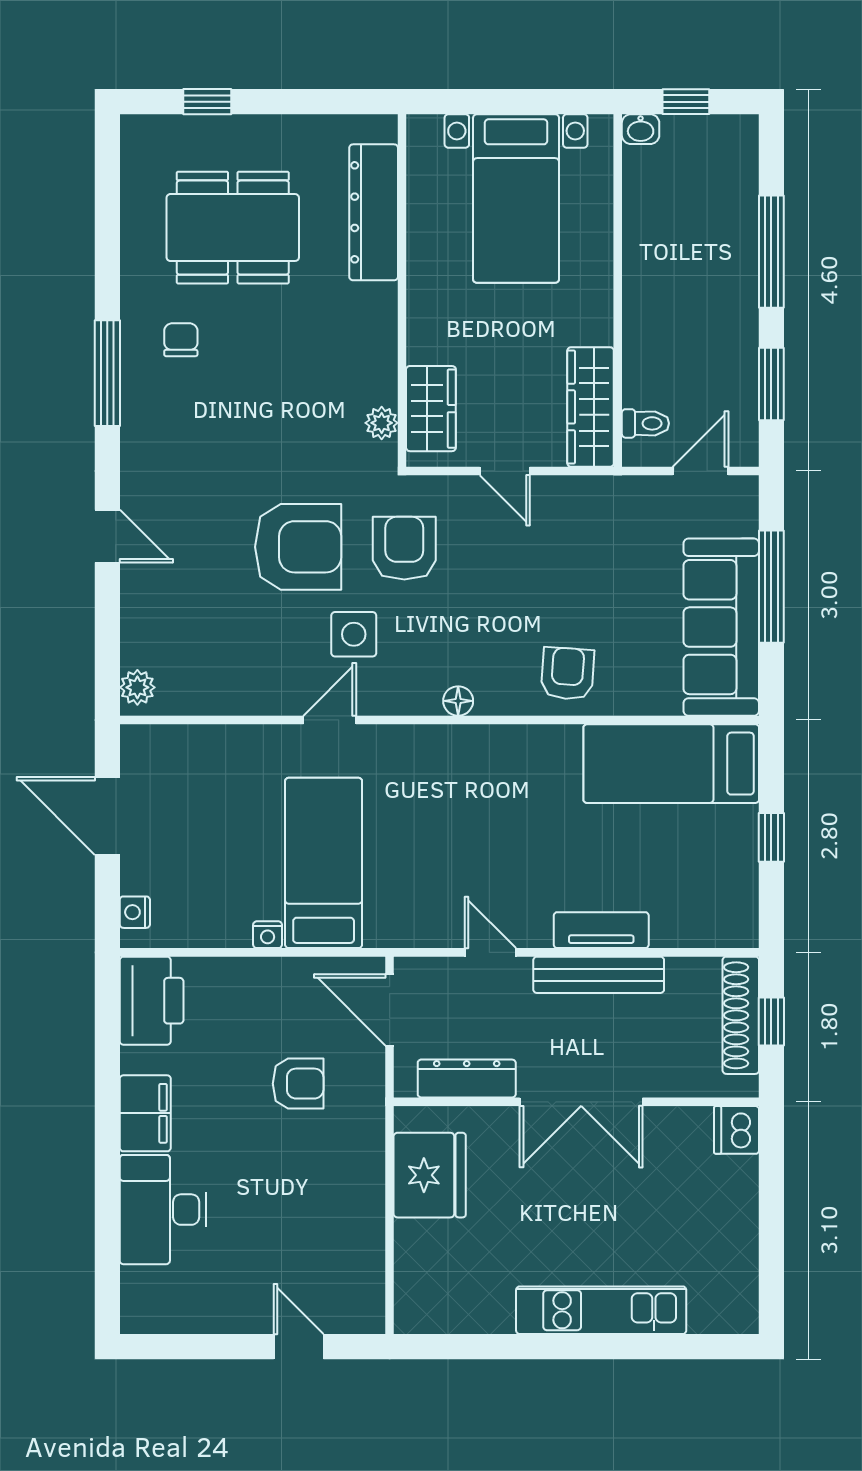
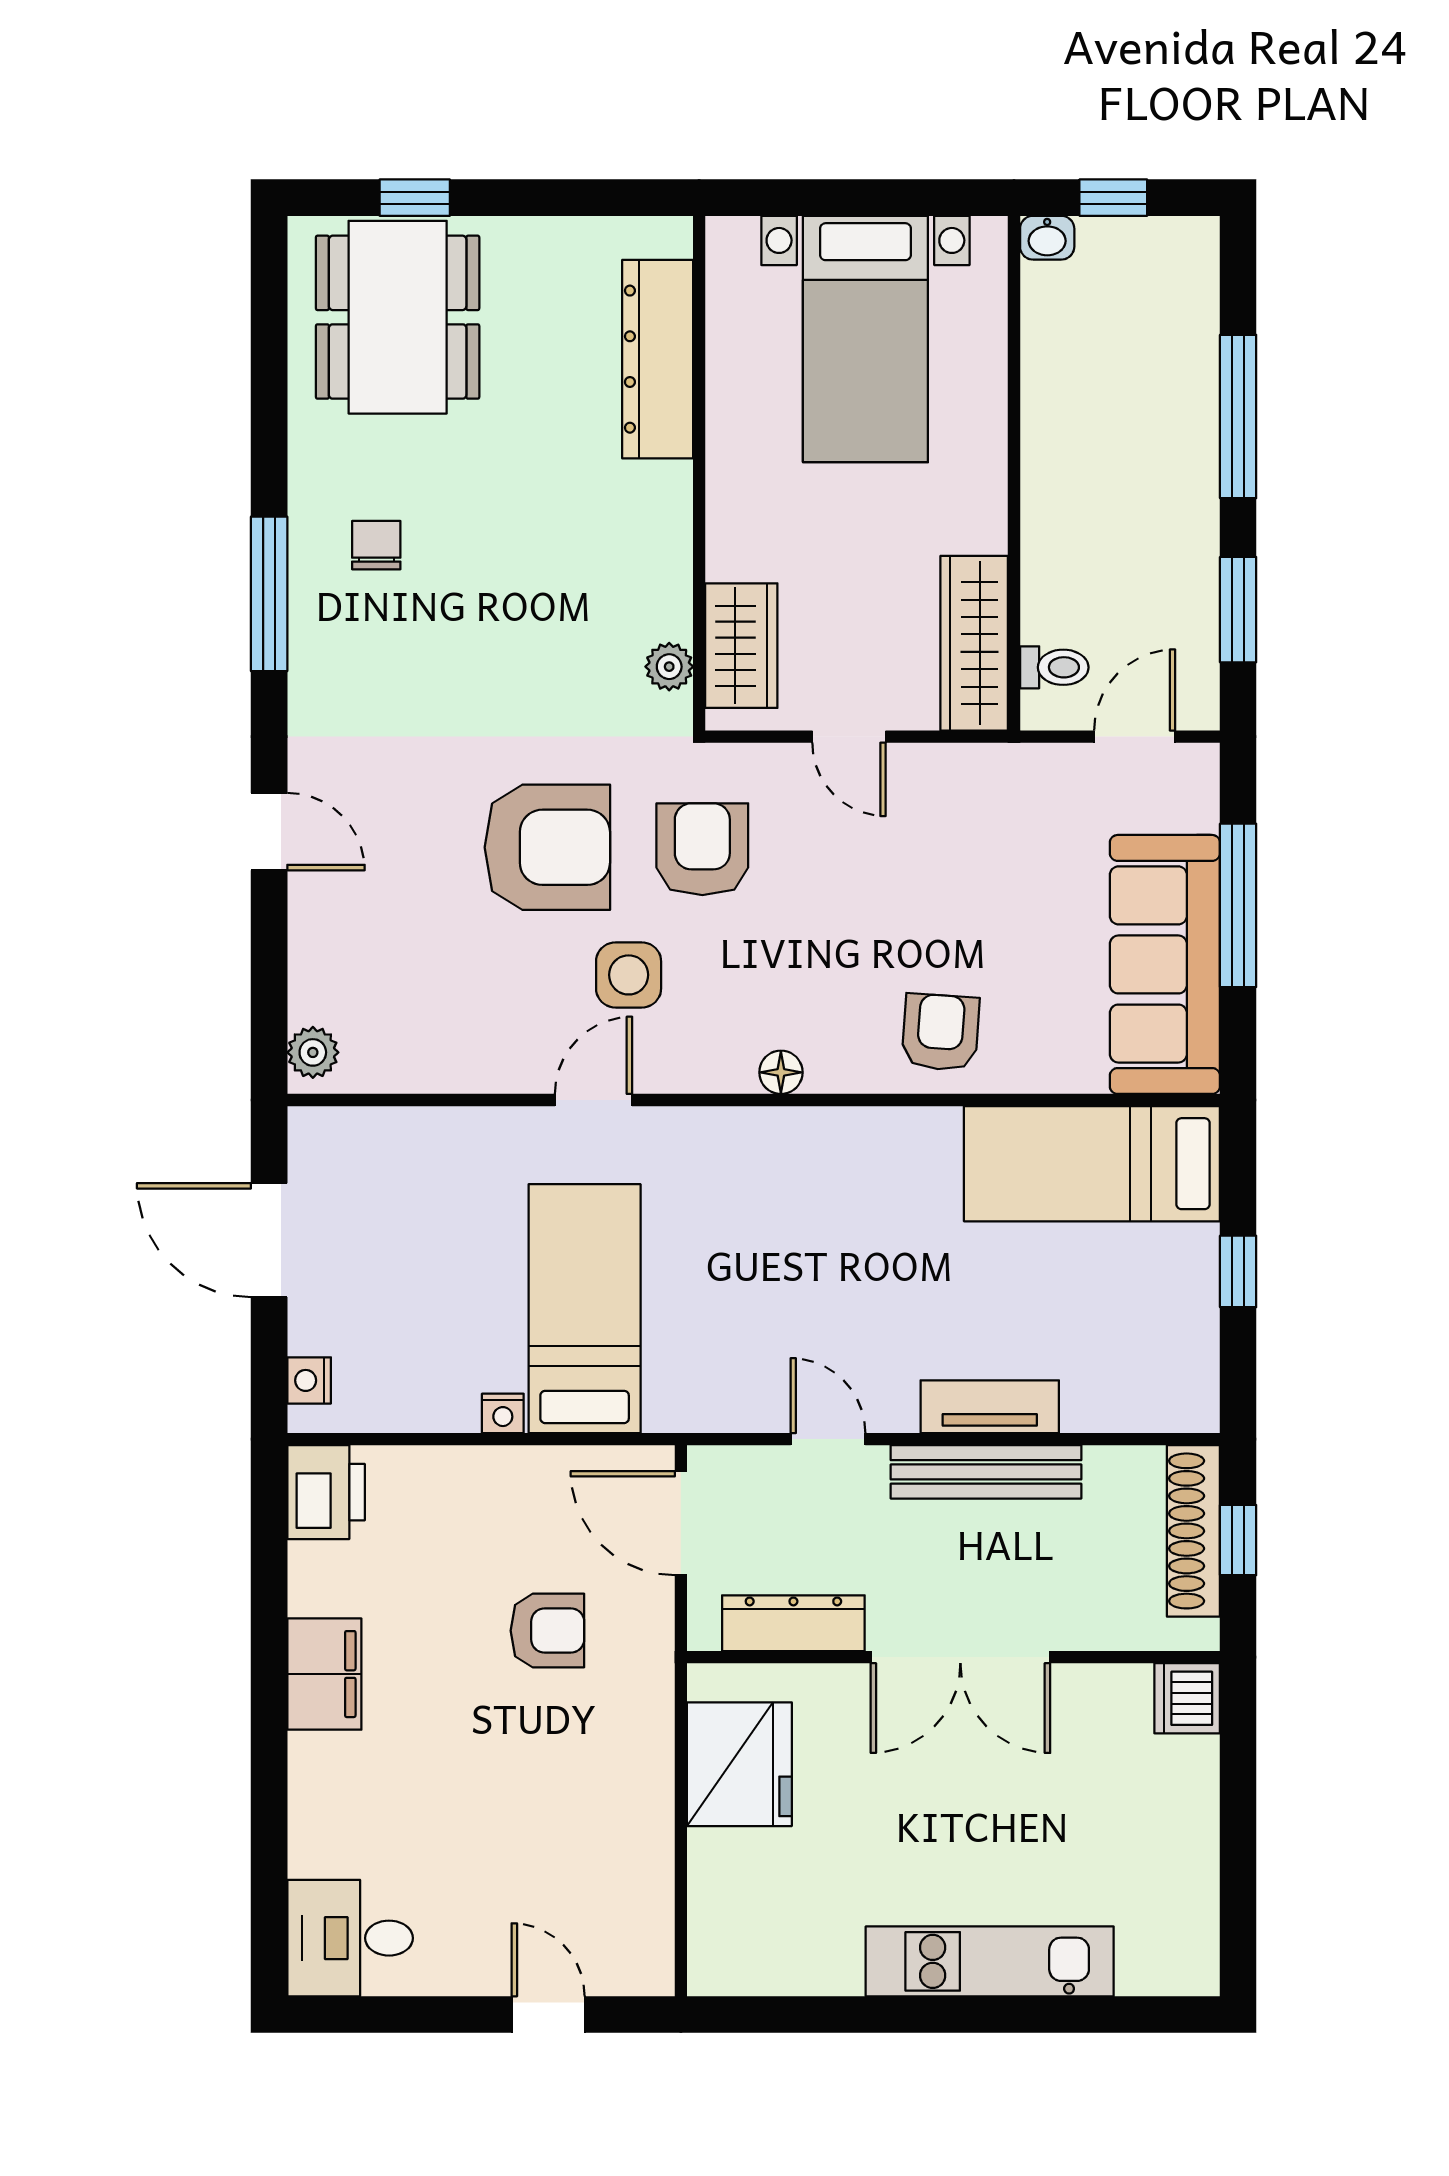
dining table: (233, 228) -> (398, 317), moved, turned 90
printer: (152, 1001) -> (326, 1492), width x0.73, depth x0.84
desk: (163, 1210) -> (350, 1938), moved, width x0.73

